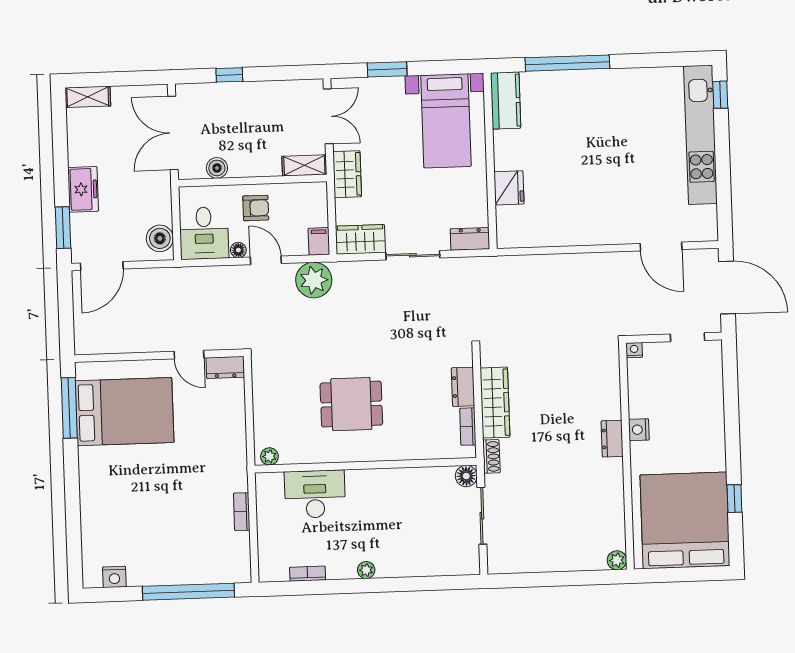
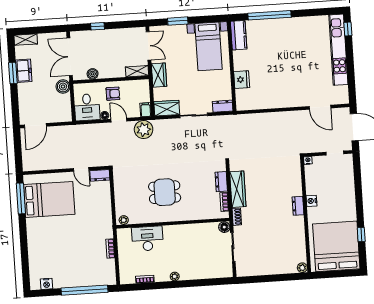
freezer: (83, 189) -> (24, 71), moved
window: (63, 228) -> (13, 73), moved
boiler: (160, 238) -> (63, 87), moved

